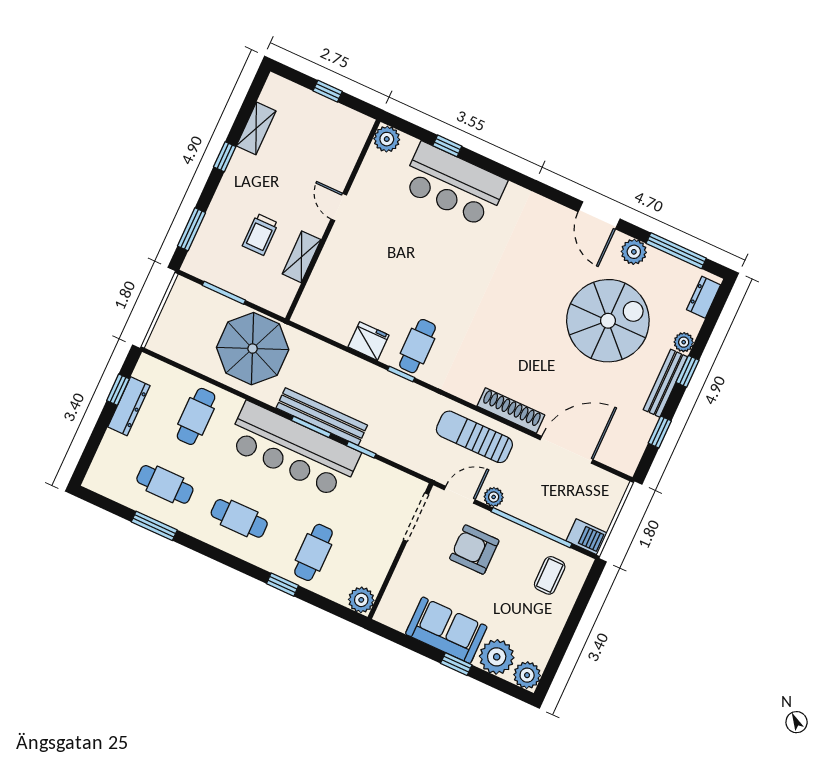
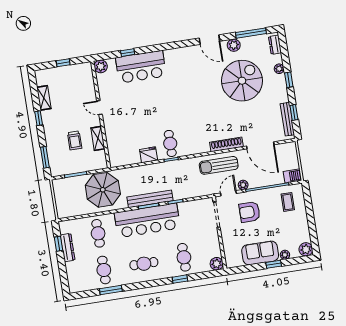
bench: (665, 383) -> (287, 119), moved
door: (567, 450) -> (260, 145), swing flipped
cafe table: (165, 484) -> (104, 270), turned 90
plant: (497, 657) -> (285, 255), width x0.53, depth x0.53

